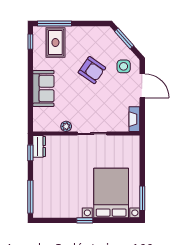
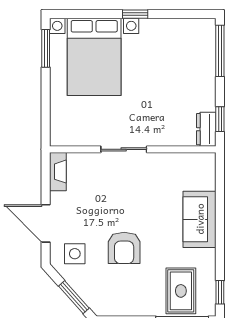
armchair: (92, 70) -> (124, 248), turned -125
plant: (66, 126) -> (164, 160), removed

